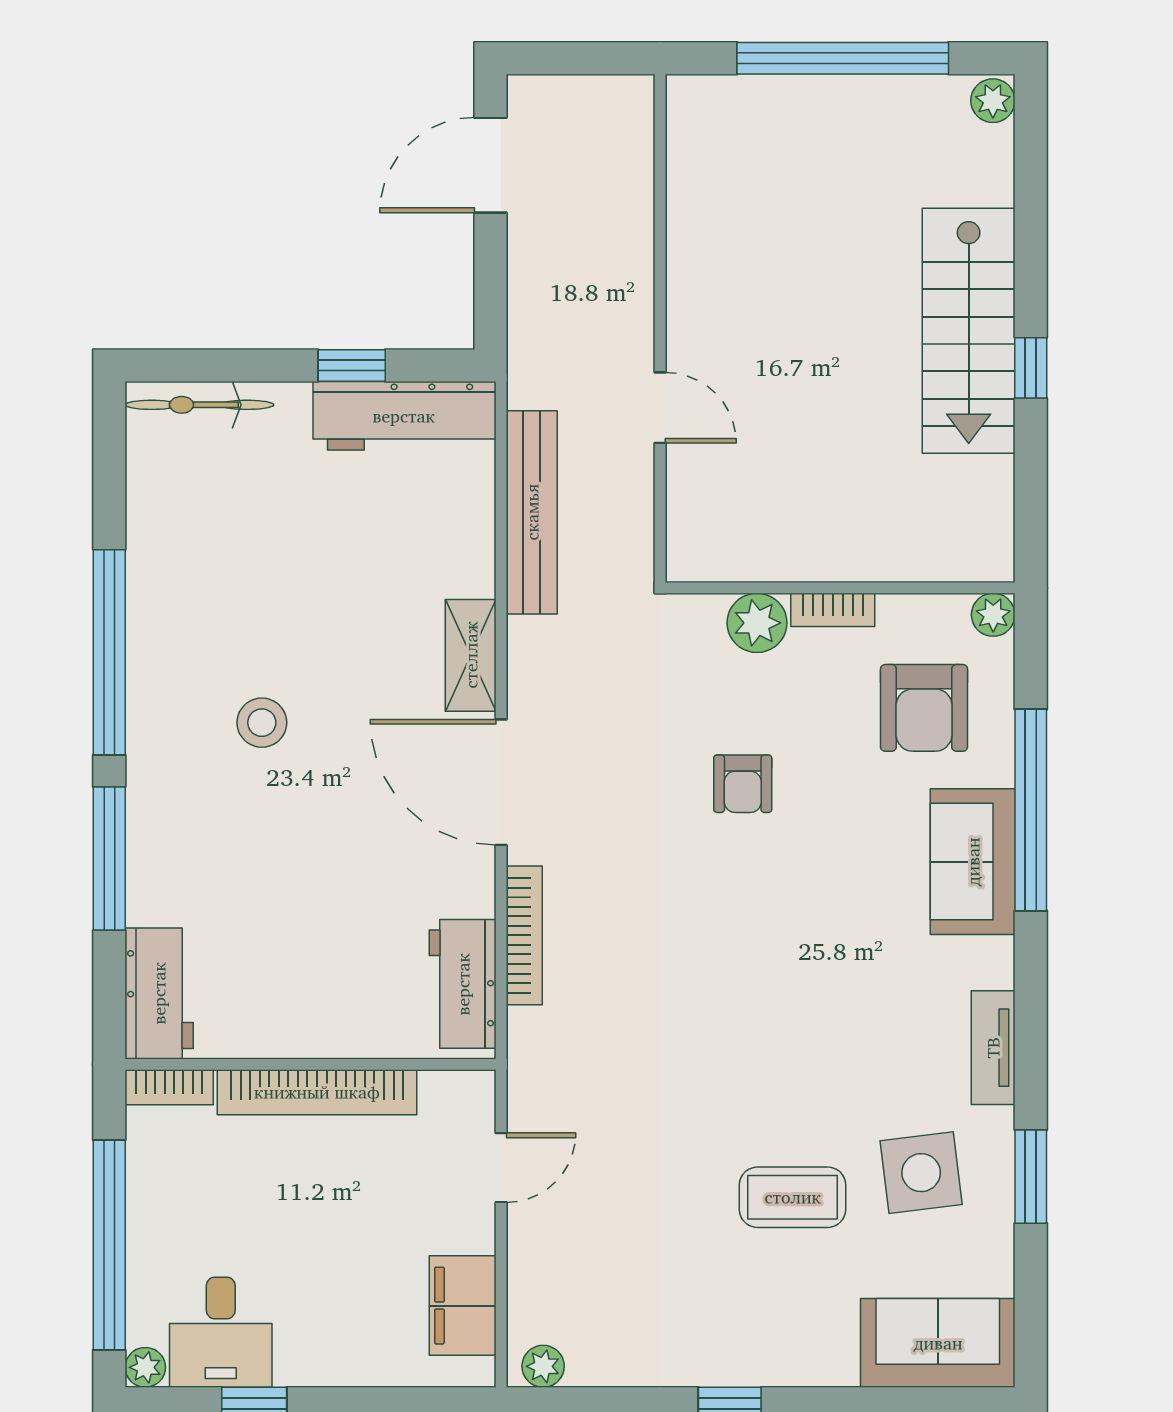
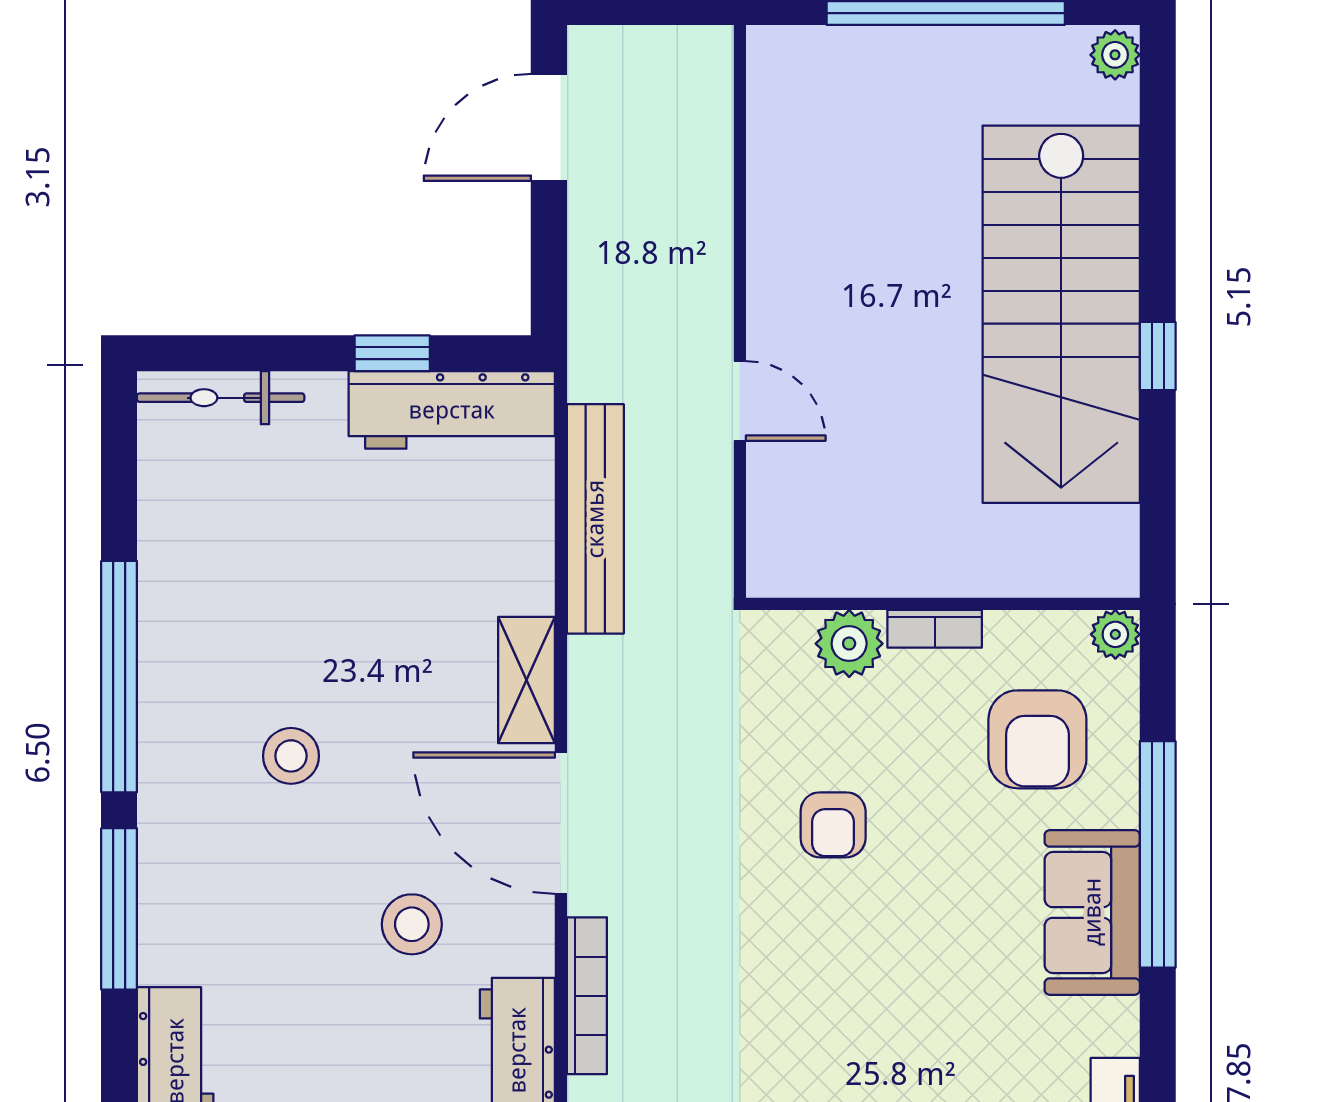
stairs: (969, 331) -> (1061, 314), width x1.36, depth x1.51
stool: (369, 872) -> (412, 924), added

